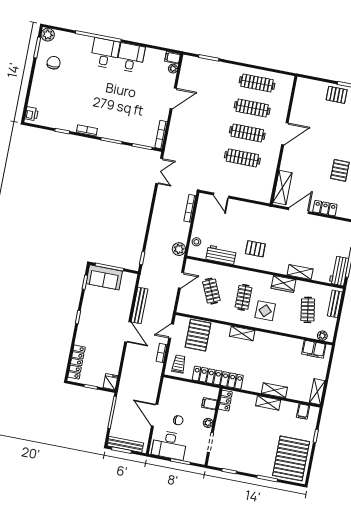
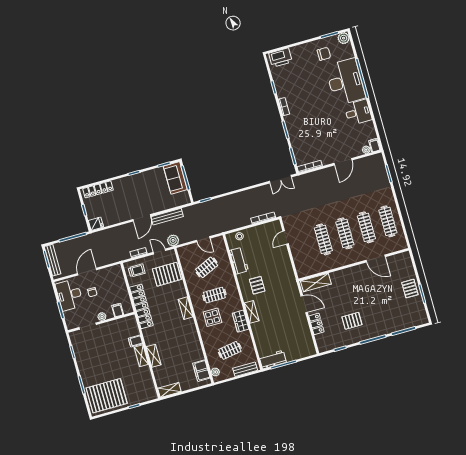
desk: (105, 53) -> (345, 82), width x1.87, depth x1.30
door: (173, 98) -> (343, 162), hinge flipped
printer: (32, 114) -> (280, 58), width x1.87, depth x1.48
door: (285, 134) -> (376, 258), moved
plant: (179, 249) -> (173, 240), moved
shelving: (300, 272) -> (252, 312), moved
locker: (225, 401) -> (126, 321), removed
filing cabinet: (303, 411) -> (136, 341), moved

